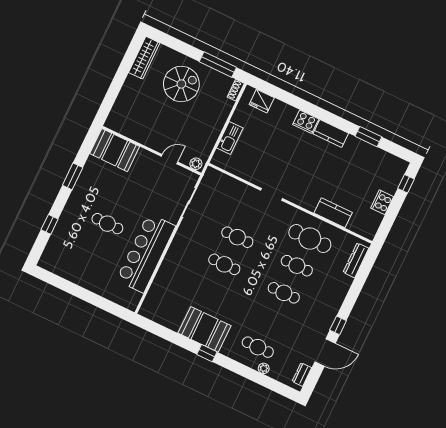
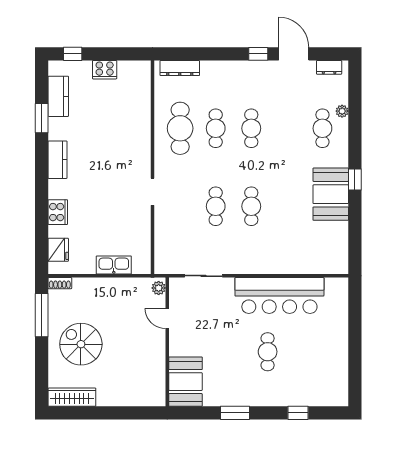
cooker: (306, 122) -> (58, 212), moved
kitchen counter: (333, 213) -> (58, 96), moved, turned 180

